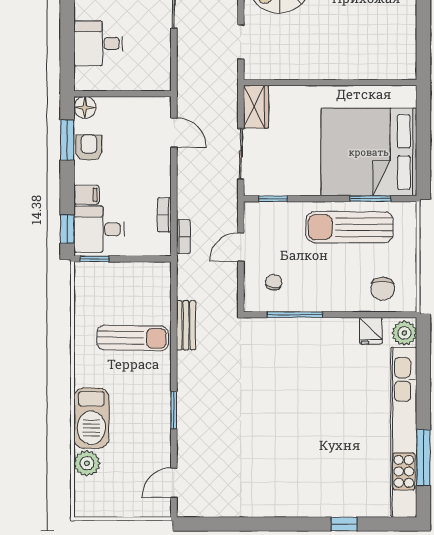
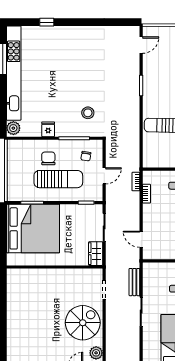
sun lounger: (349, 227) -> (58, 179), moved
chair: (383, 289) -> (48, 158), moved
bench: (186, 325) -> (134, 282), moved
fridge: (371, 331) -> (48, 129), moved
stool: (270, 361) -> (88, 113), added

